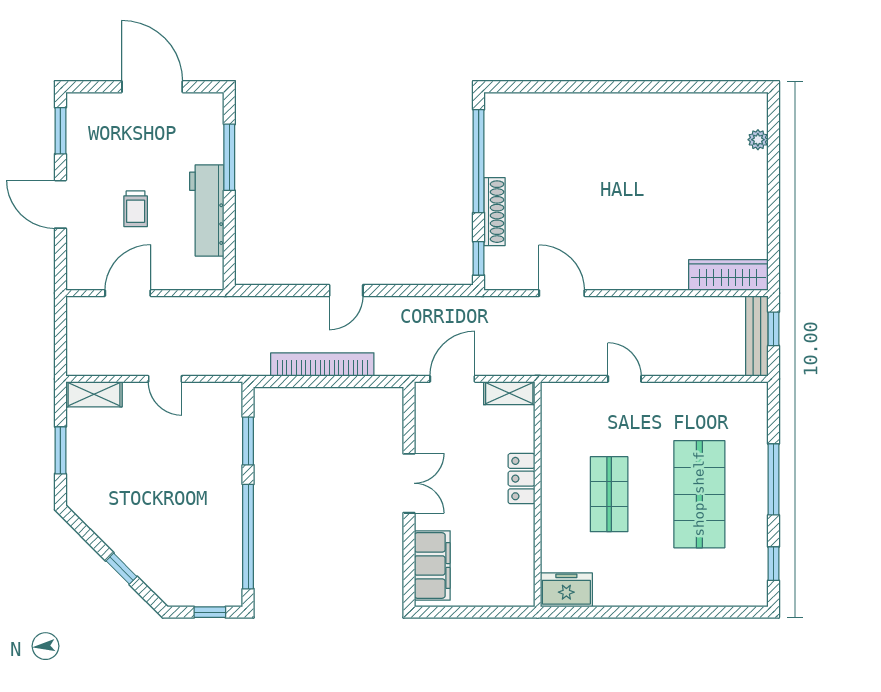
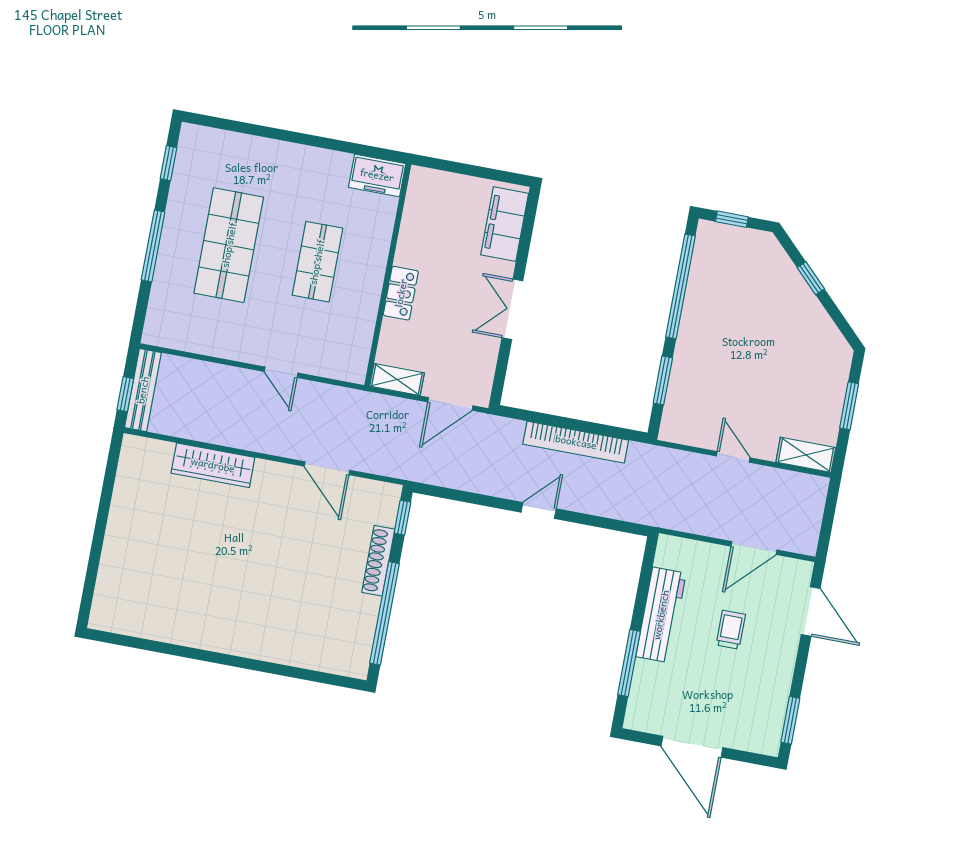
plant: (758, 140) -> (106, 583), removed
door: (60, 204) -> (811, 612), moved
wardrobe: (728, 275) -> (213, 465), moved

